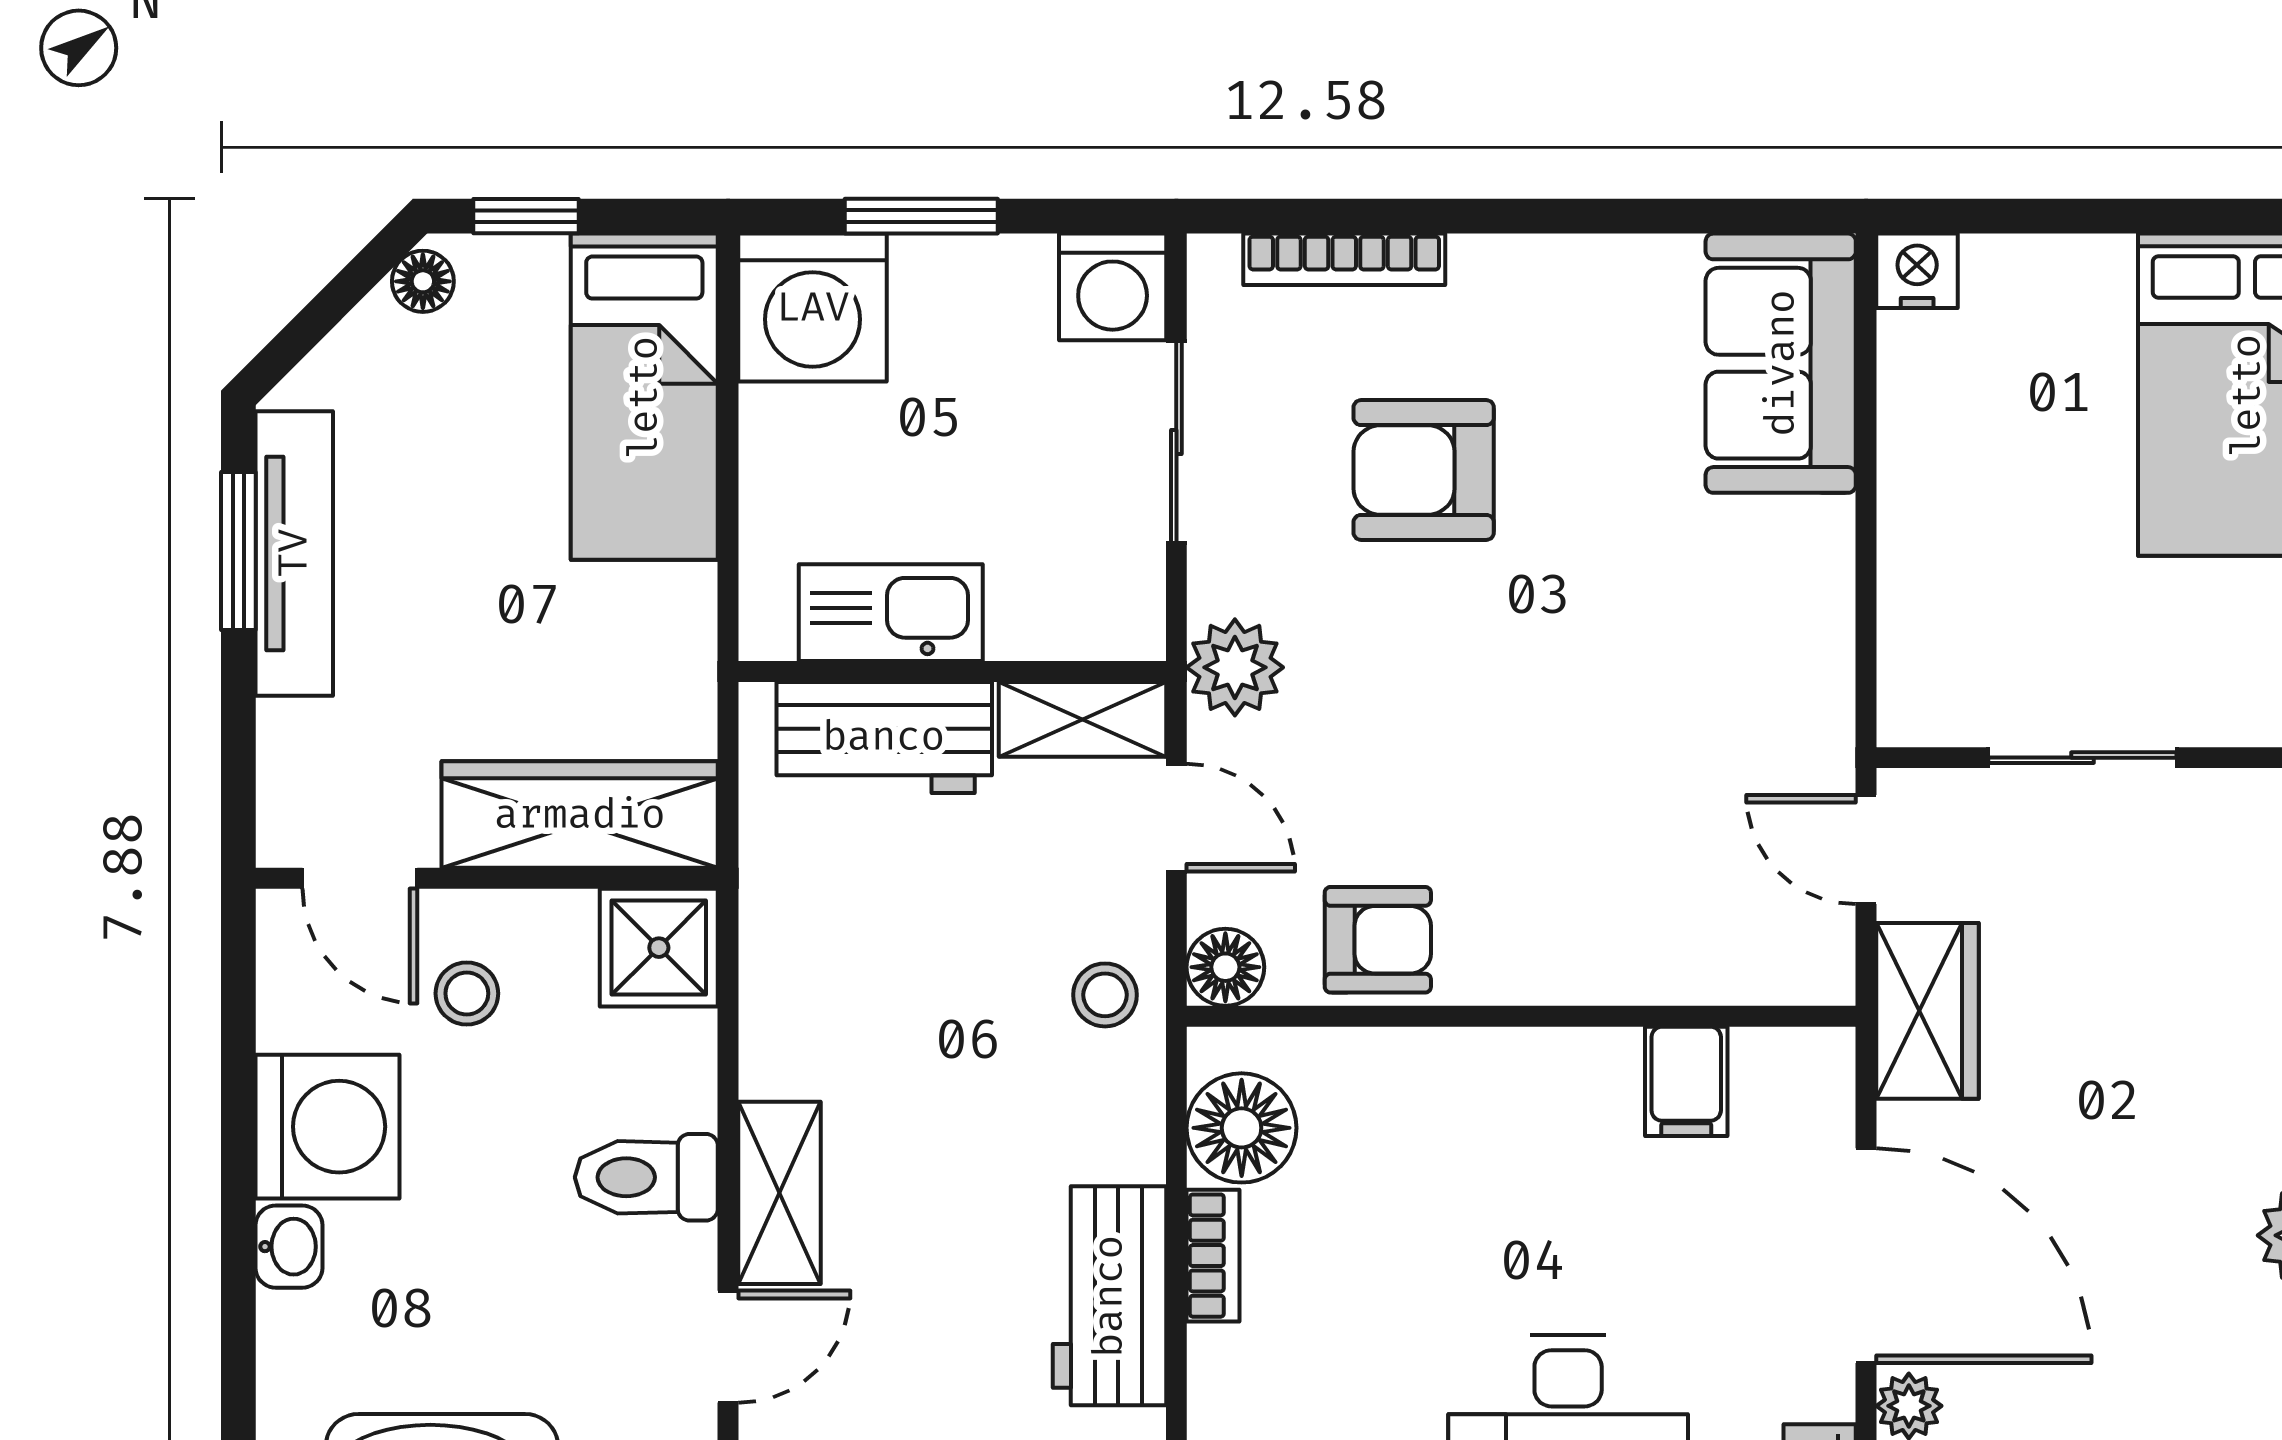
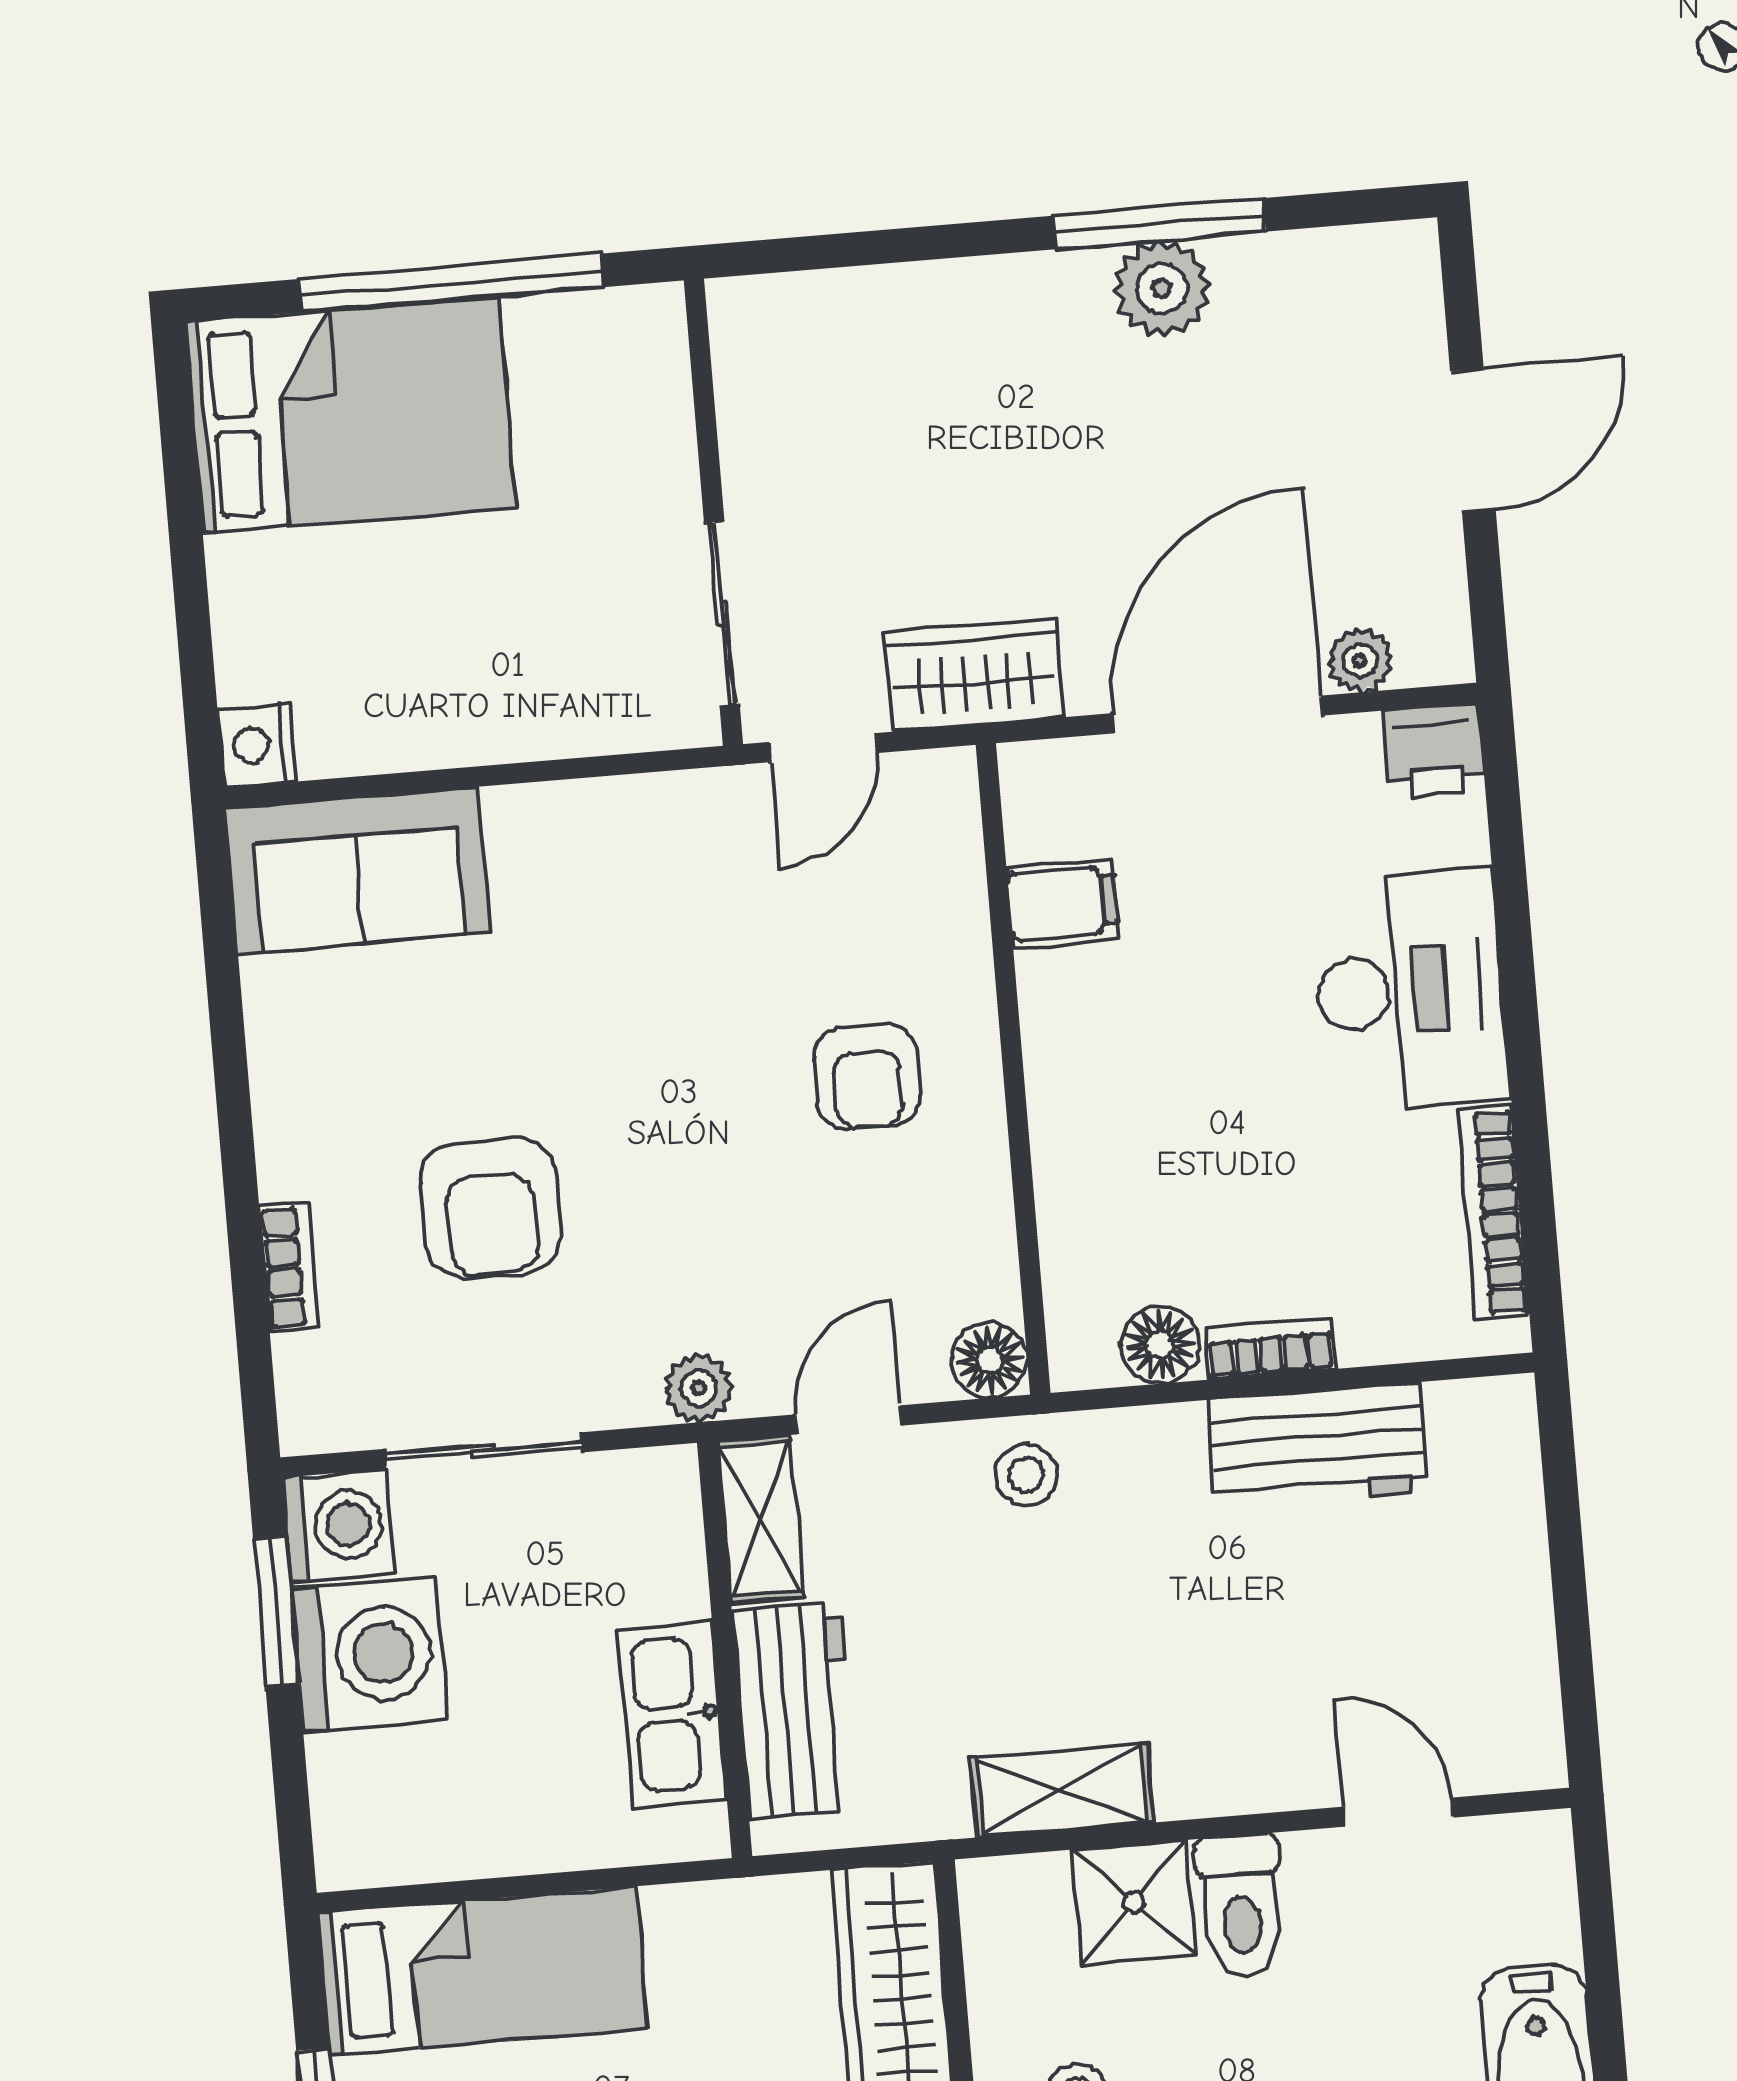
window: (921, 216) -> (276, 1611), moved
bookcase: (1344, 259) -> (289, 1267), width x0.64
washing machine: (813, 308) -> (369, 1654), moved
plant: (1235, 667) -> (699, 1388), width x0.73, depth x0.73
sliding door: (2082, 758) -> (722, 614), moved
armchair: (1378, 940) -> (867, 1077), moved, turned 180
shower: (659, 948) -> (1134, 1902), moved
floor lamp: (1242, 1128) -> (1160, 1345), width x0.73, depth x0.73
shelving: (779, 1193) -> (1062, 1790), moved

